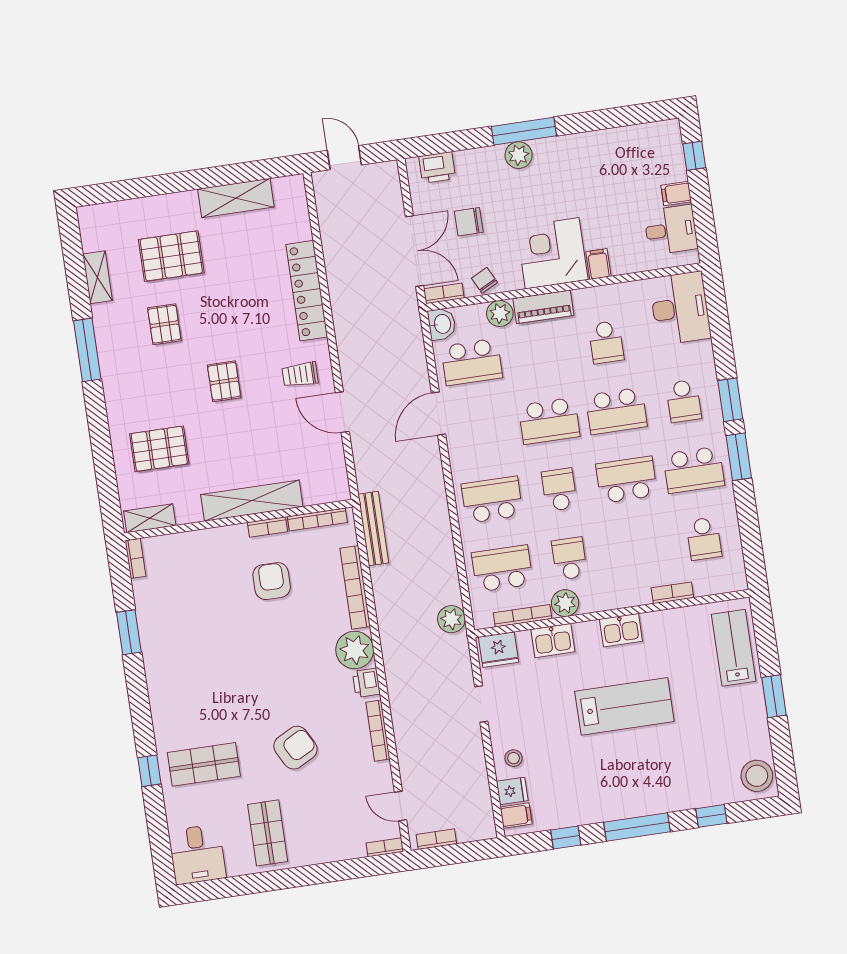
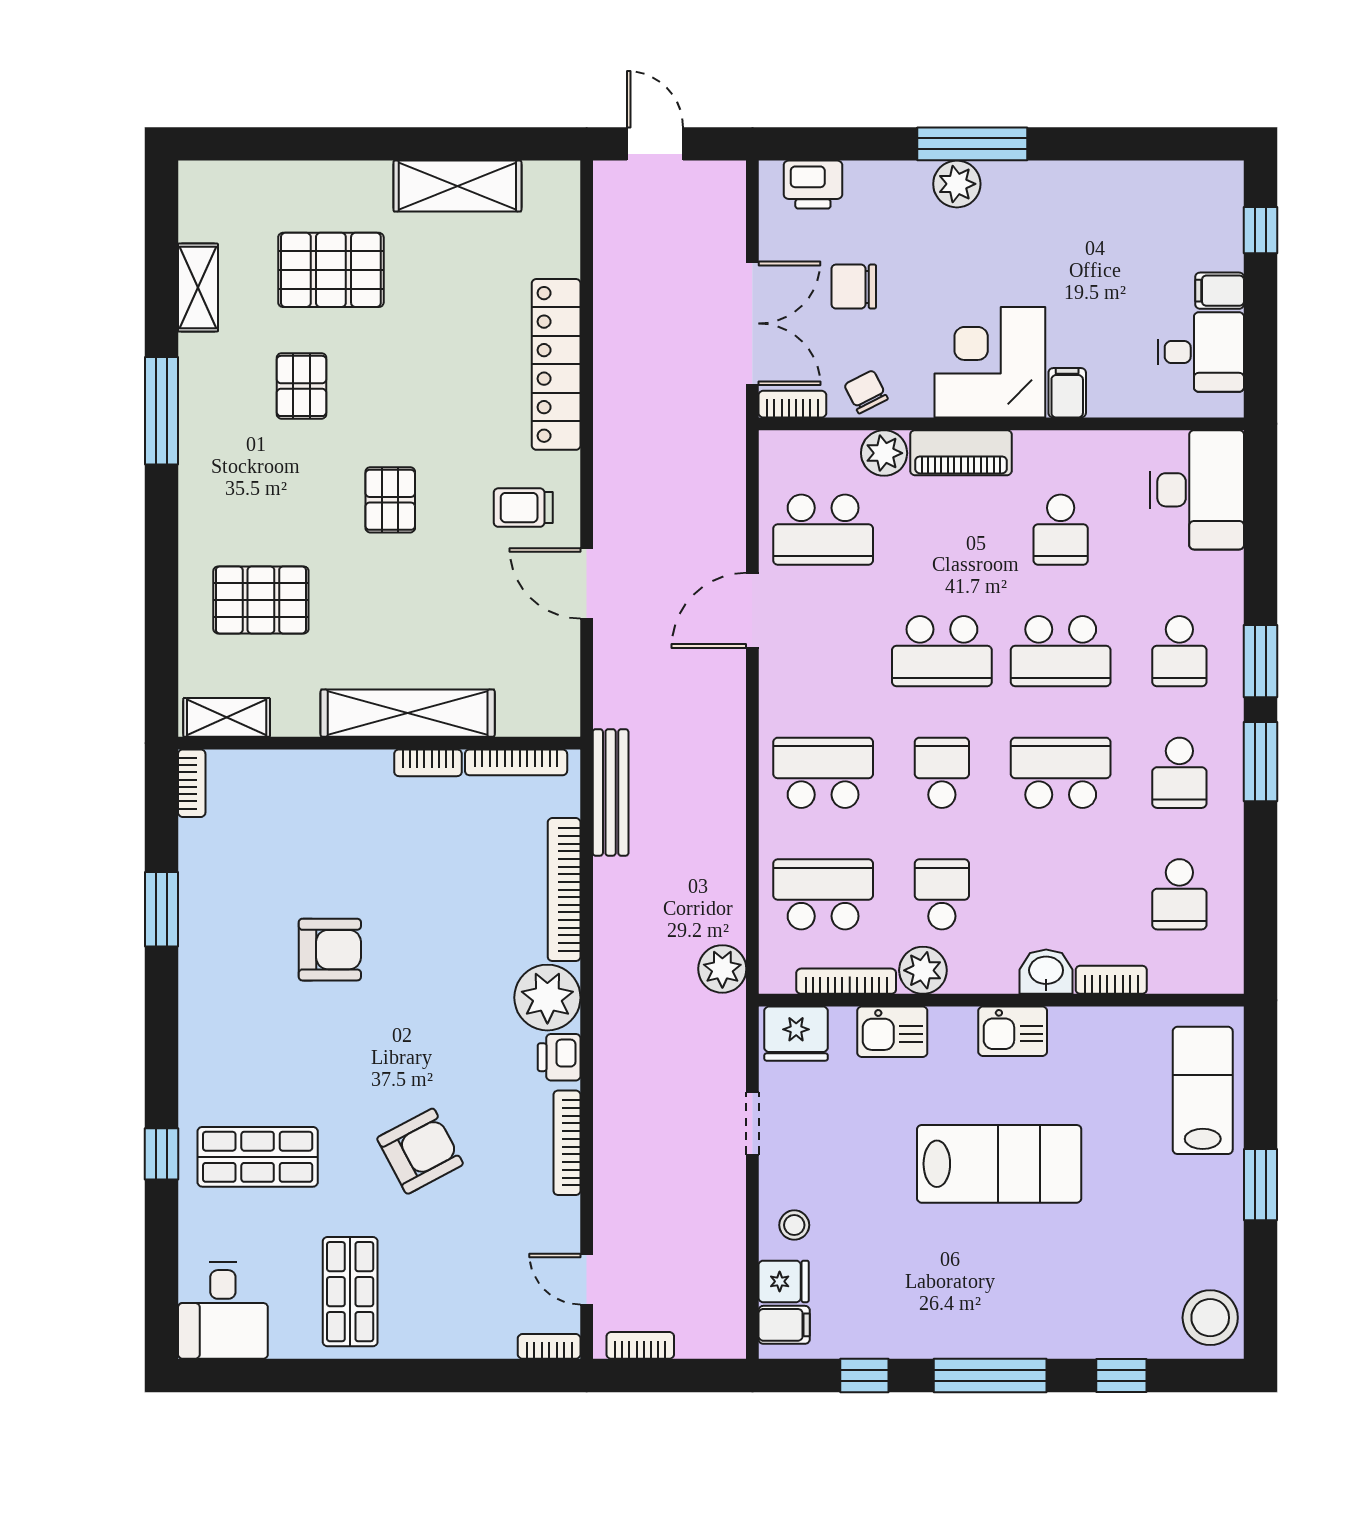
washbasin: (442, 324) -> (1046, 972), moved, turned -90
school desk: (694, 470) -> (1179, 773), width x0.54
armchair: (272, 581) -> (330, 950), moved, turned 90

